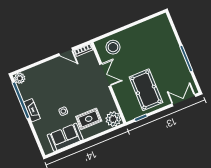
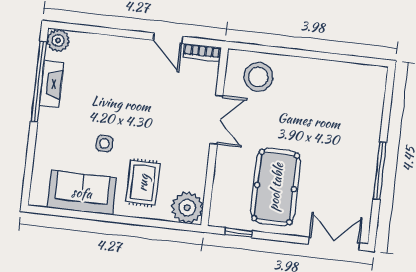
fireplace: (32, 110) -> (51, 84), moved
rug: (89, 119) -> (143, 183), turned 90

